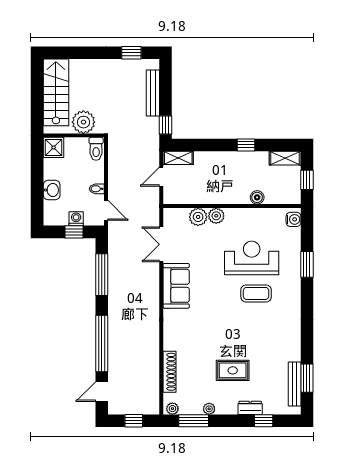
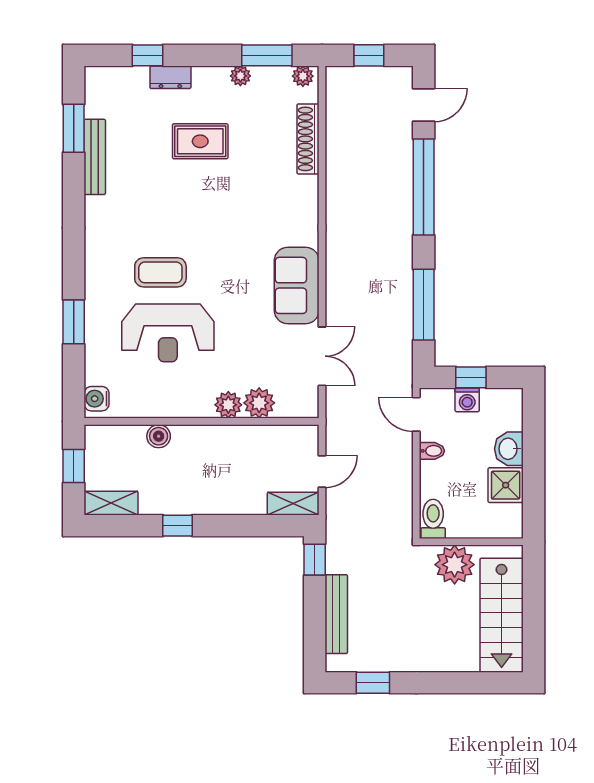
shower: (54, 147) -> (506, 485), moved
bench: (295, 384) -> (95, 157), moved

